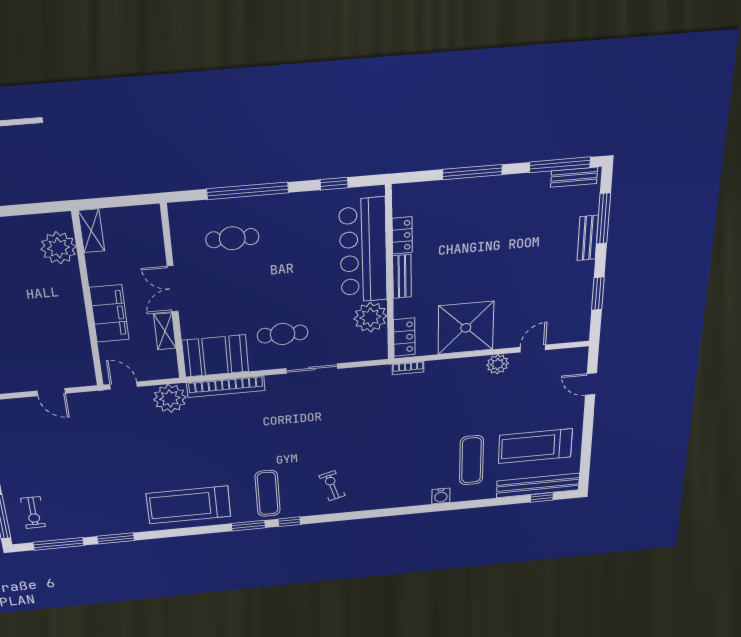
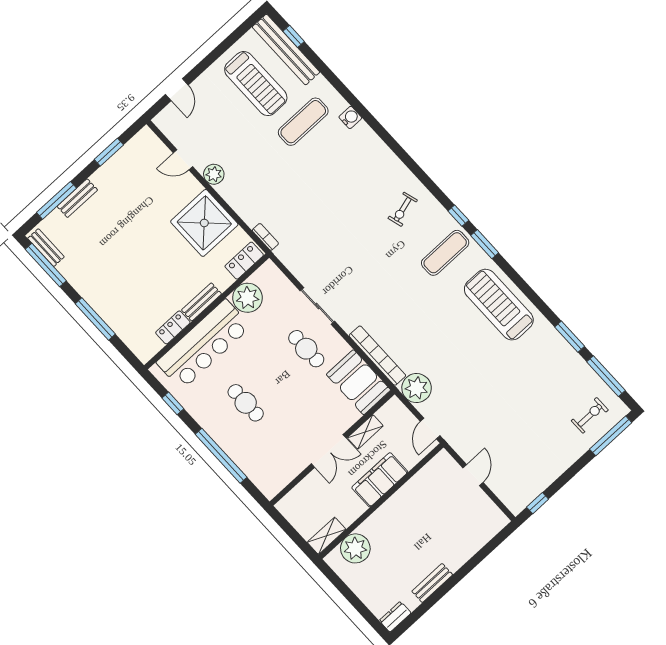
cafe table: (232, 238) -> (246, 403), moved
treadmill: (188, 505) -> (499, 305), turned 180

